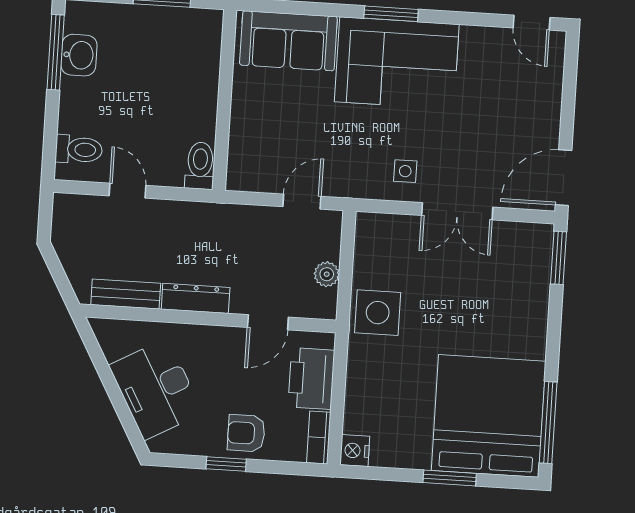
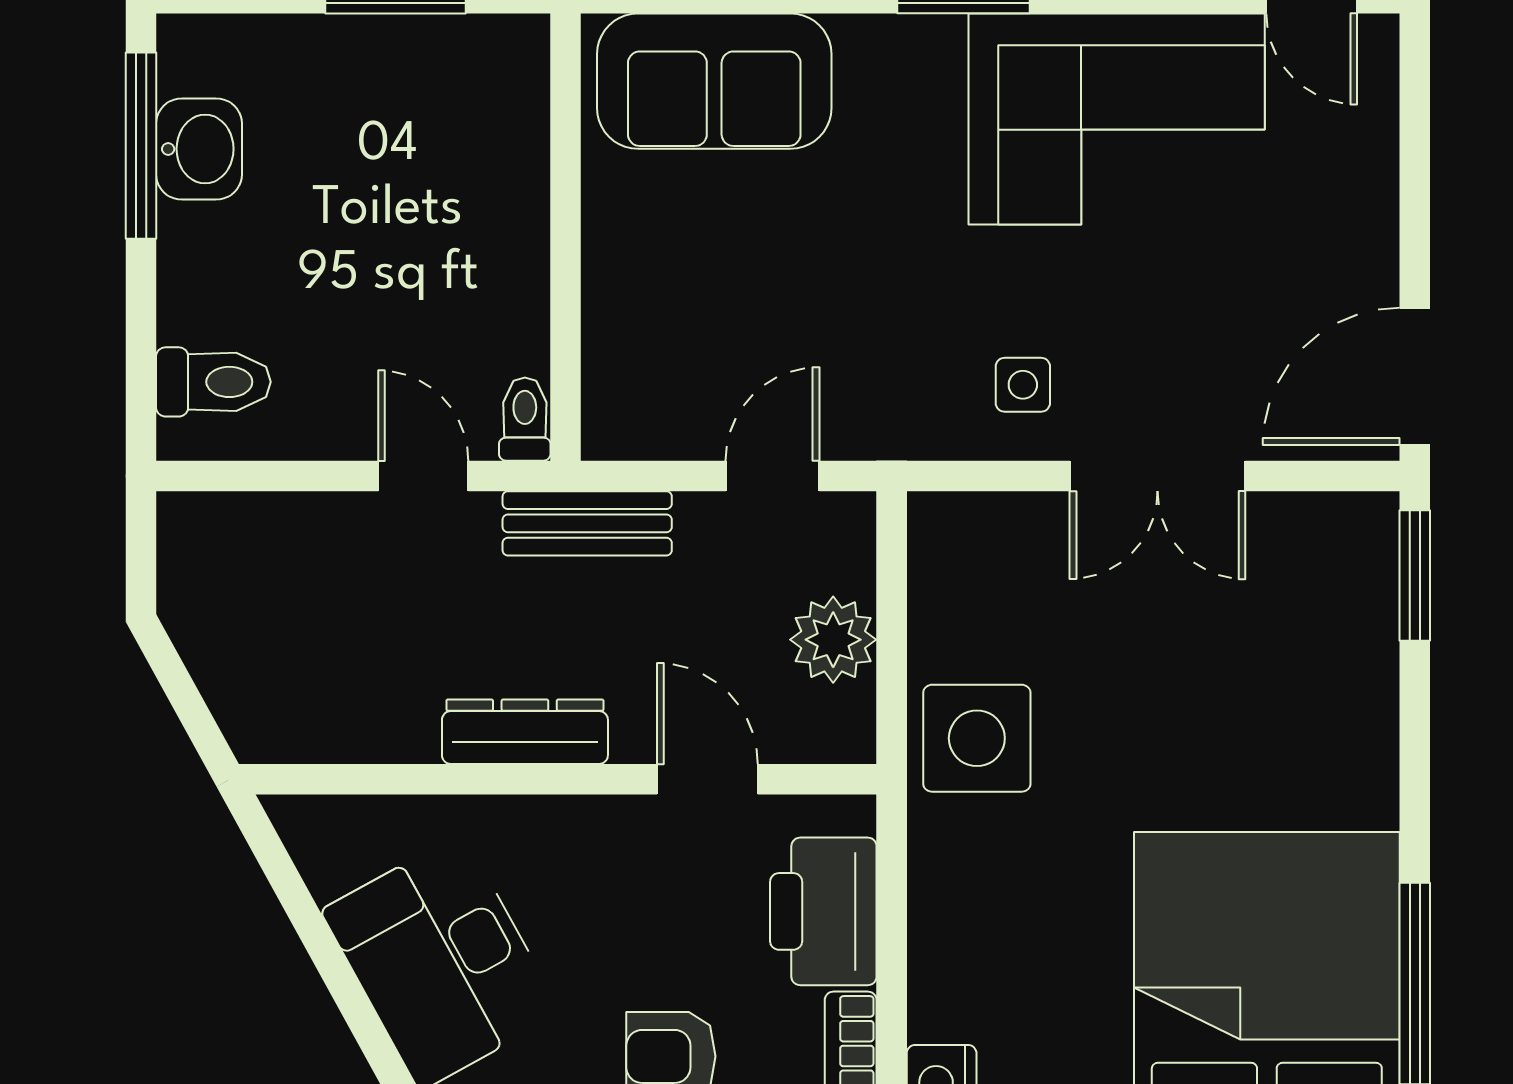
corner sofa: (397, 63) -> (1117, 119), moved
toilet: (200, 166) -> (525, 419), width x0.73, depth x0.72
door: (127, 191) -> (423, 476), moved
plant: (327, 274) -> (833, 640), width x1.38, depth x1.38
bench: (126, 294) -> (587, 523), moved
door: (268, 322) -> (707, 779), swing flipped

